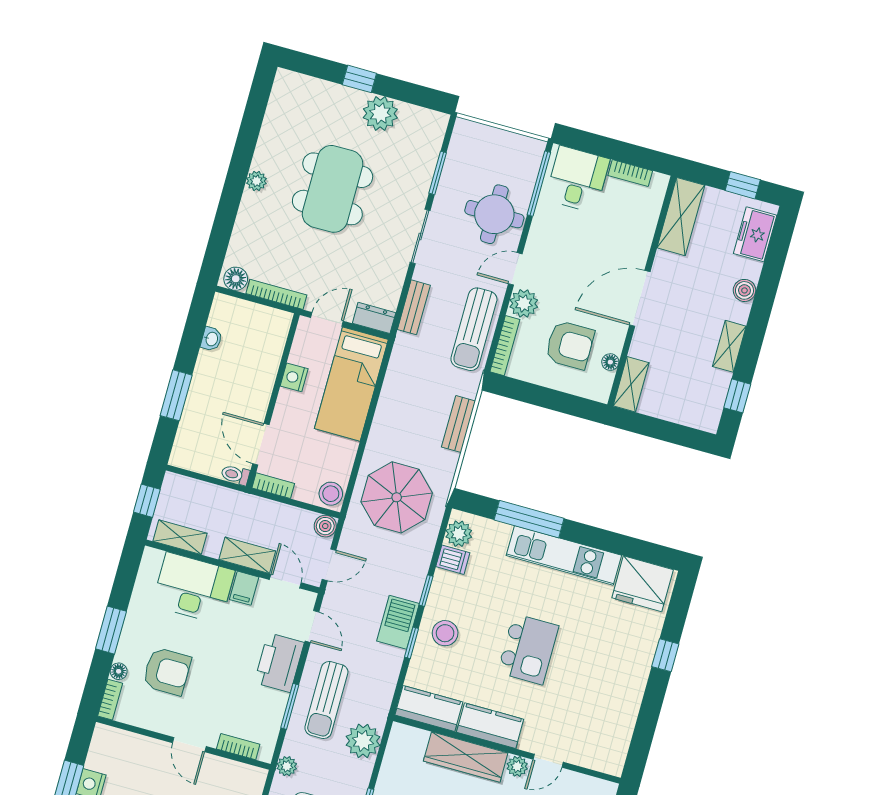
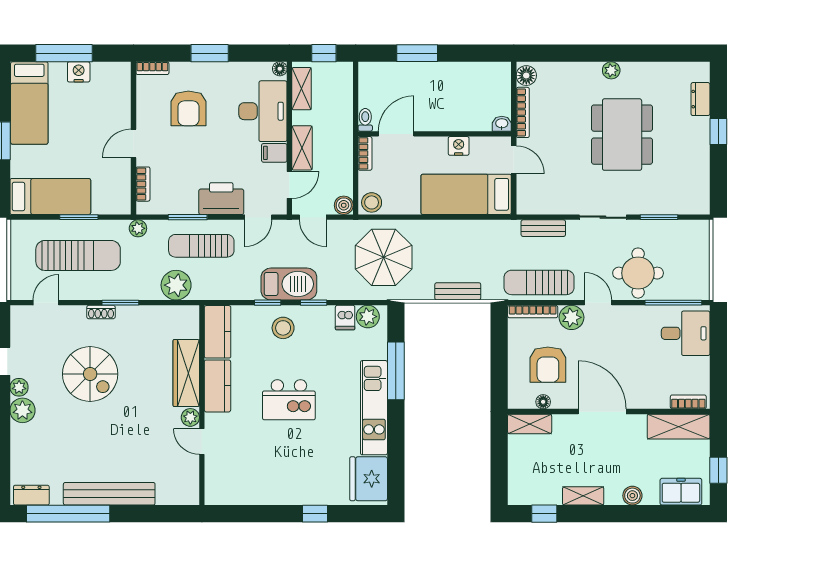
plant: (380, 113) -> (695, 157), removed
bookcase: (630, 173) -> (688, 402), moved, turned 90
dining table: (333, 189) -> (622, 135), turned 90
dresser: (374, 318) -> (700, 99), moved, turned 180
washbasin: (211, 339) -> (502, 124), moved, turned 180
barbecue: (398, 622) -> (289, 284), width x1.37, depth x1.21
floor lamp: (119, 671) -> (280, 69), moved

